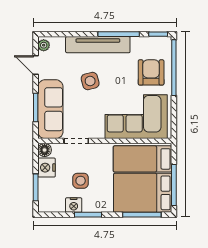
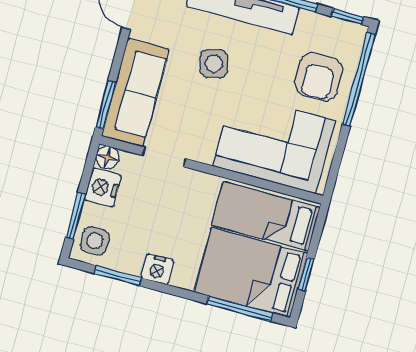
armchair: (151, 72) -> (319, 77), turned 180
window: (36, 107) -> (106, 105), moved
side table: (81, 181) -> (95, 241), moved
window: (174, 185) -> (306, 274), width x0.46
nightstand: (74, 205) -> (157, 269), moved
window: (88, 215) -> (118, 276), moved

